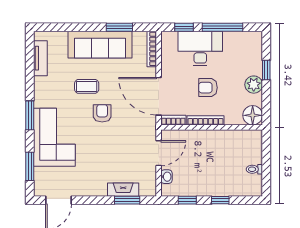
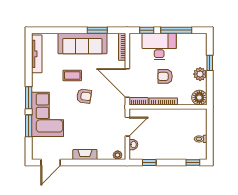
tv unit: (40, 58) -> (37, 54), width x1.41
armchair: (102, 113) -> (84, 96), turned 98
window: (30, 166) -> (29, 126), moved
fireplace: (123, 190) -> (85, 155), moved
plant: (146, 190) -> (118, 155), added
window: (127, 200) -> (103, 163), removed
window: (220, 200) -> (193, 163), moved

